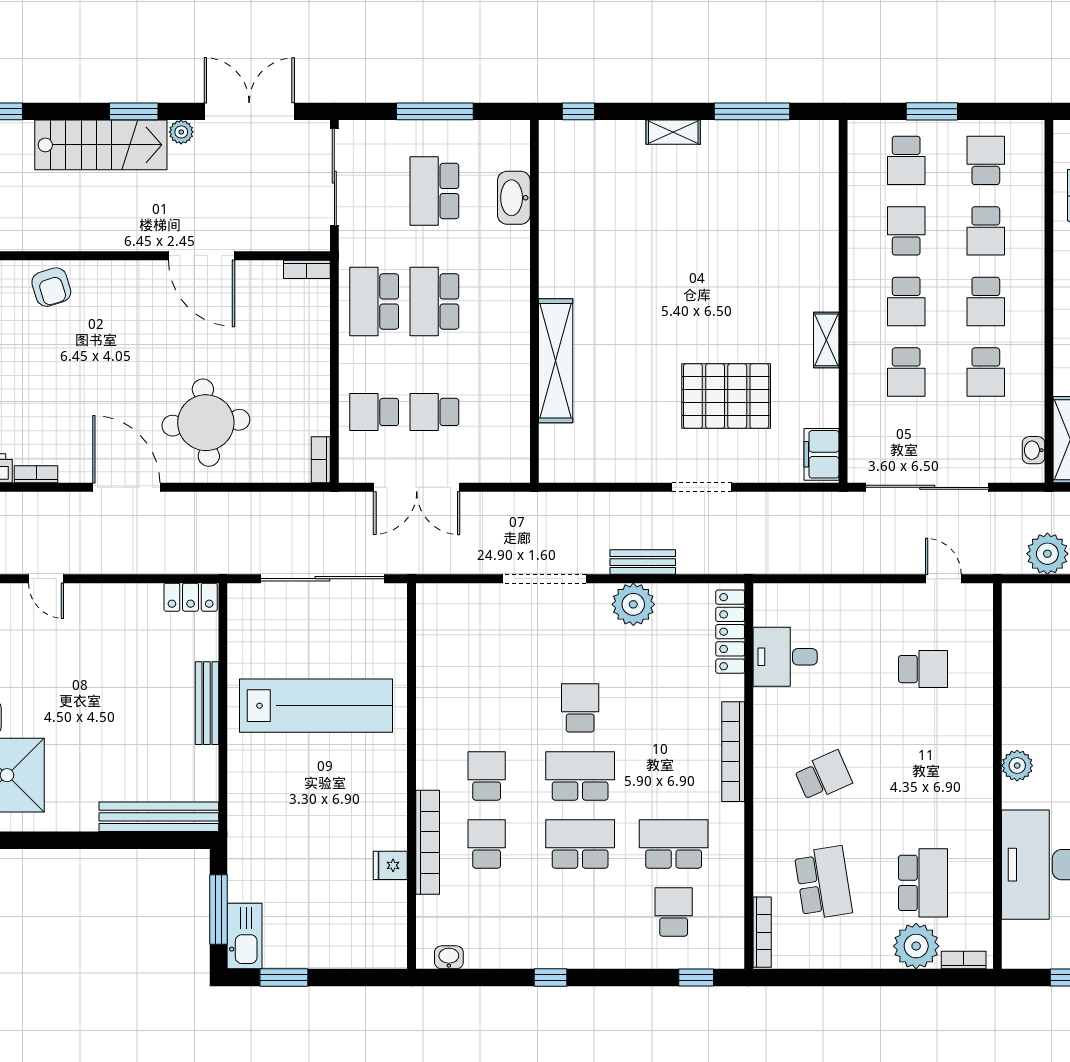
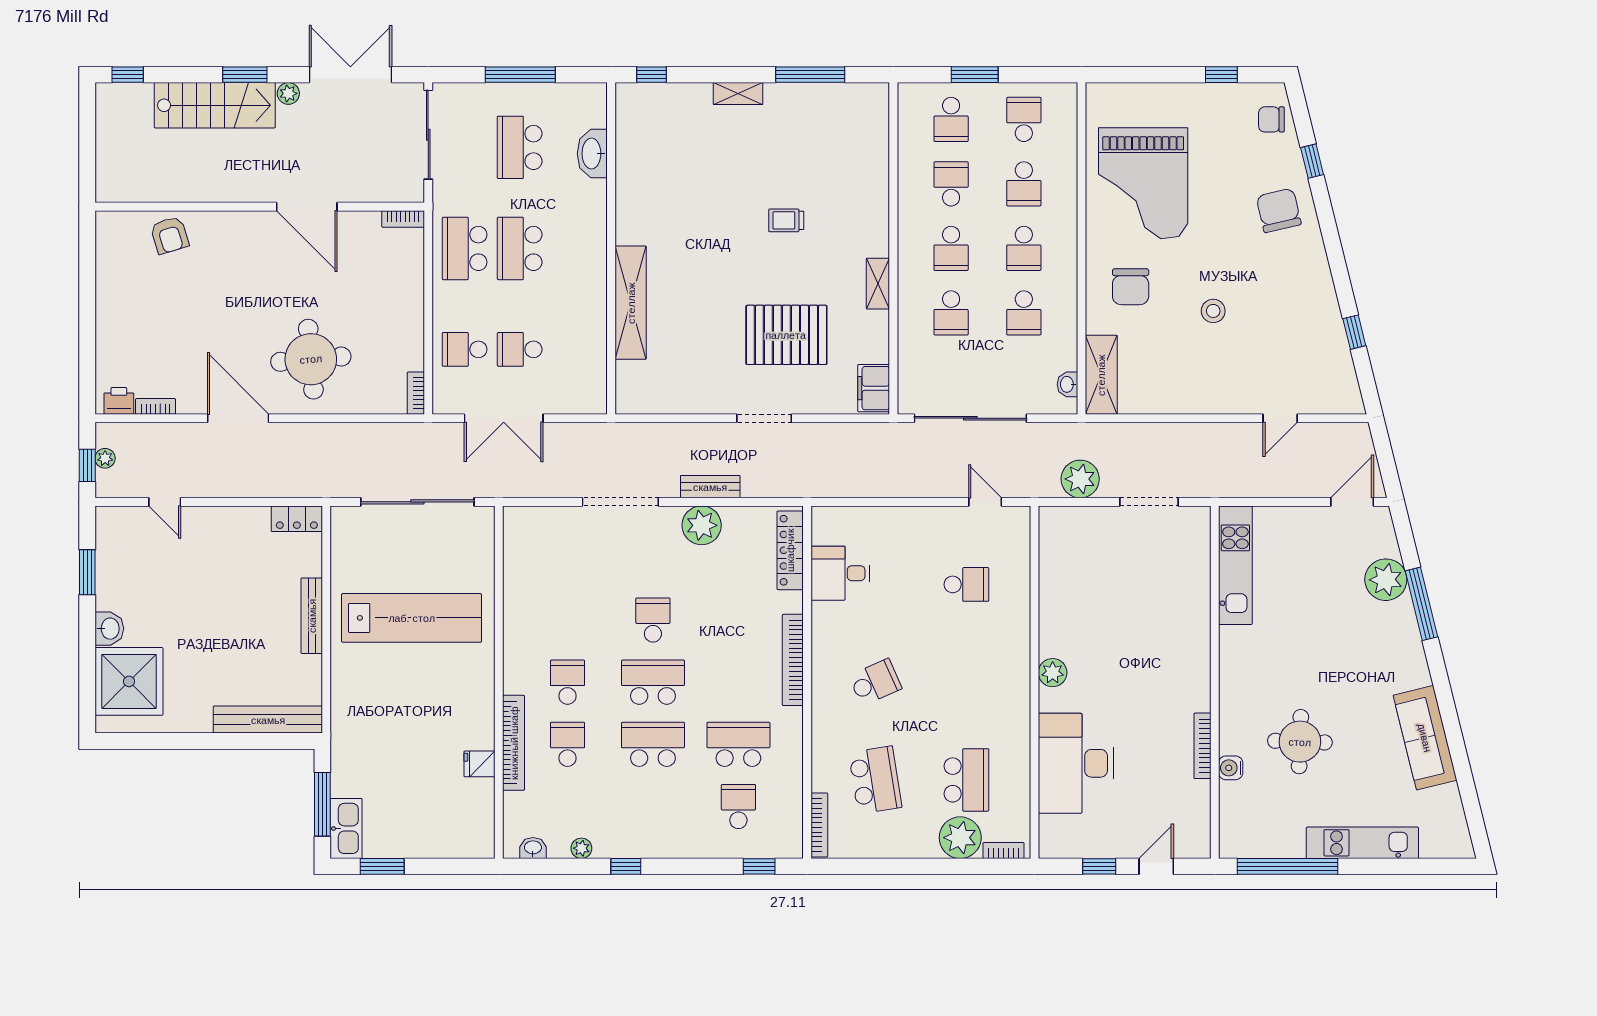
trolley: (726, 271) -> (786, 220), added
plant: (502, 958) -> (581, 848), added

